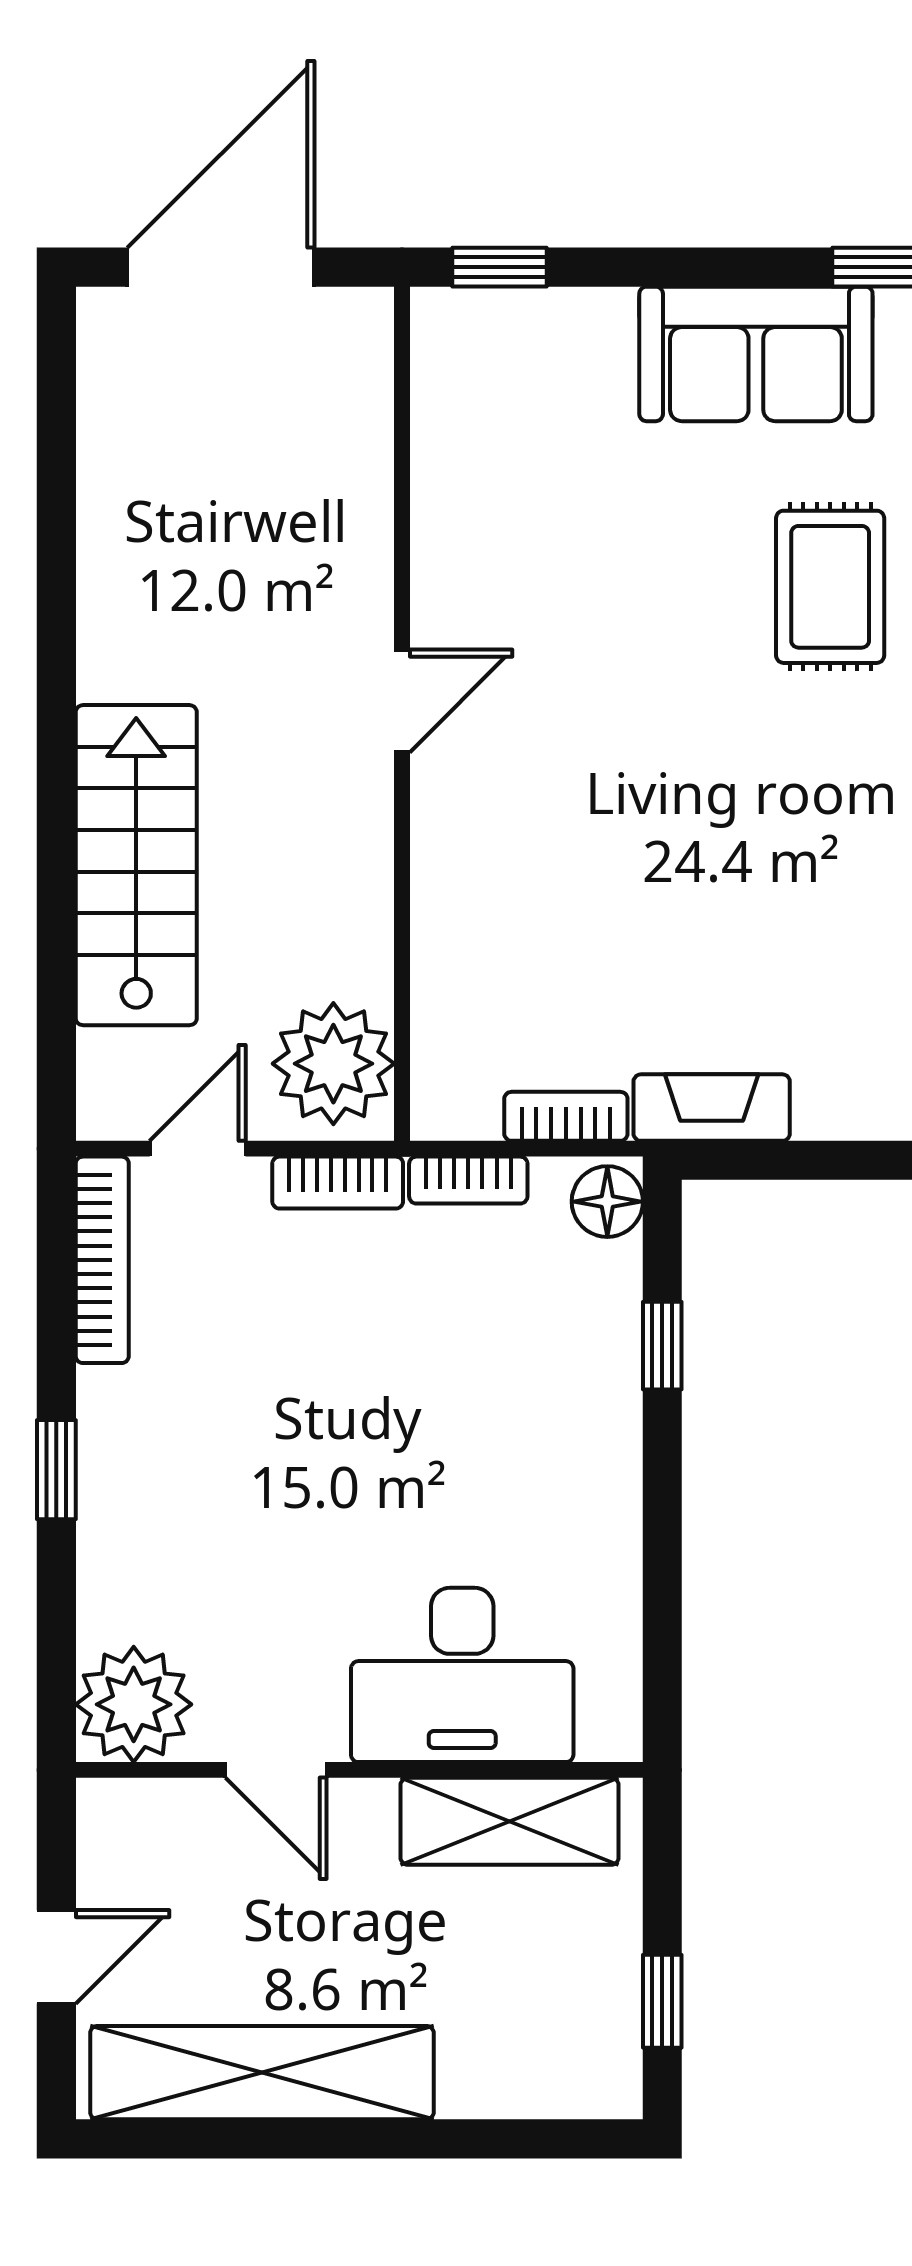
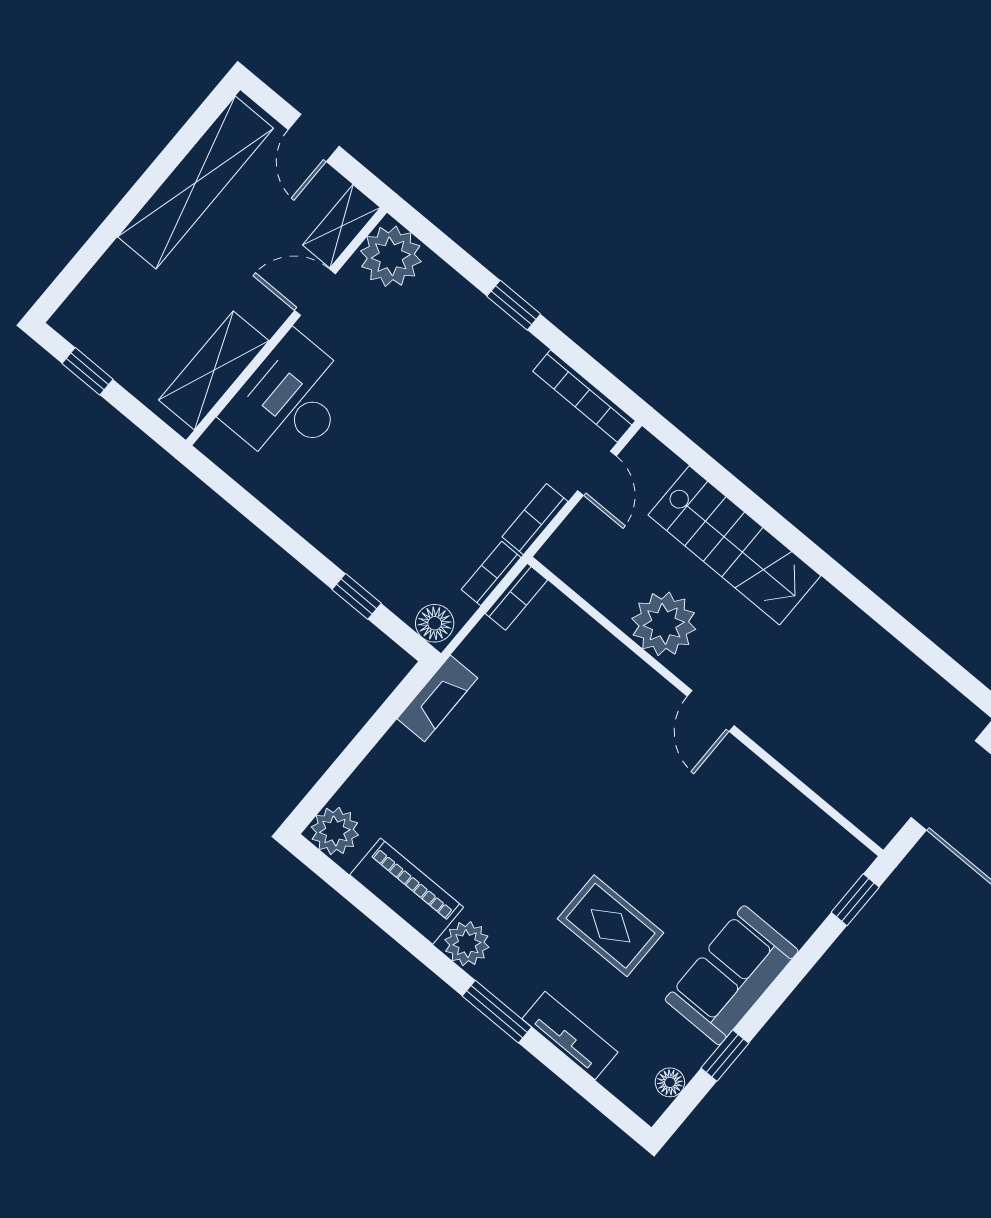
plant: (333, 1064) -> (664, 624), moved
bookcase: (566, 1116) -> (516, 597), moved
shelving: (150, 1811) -> (341, 226), added

